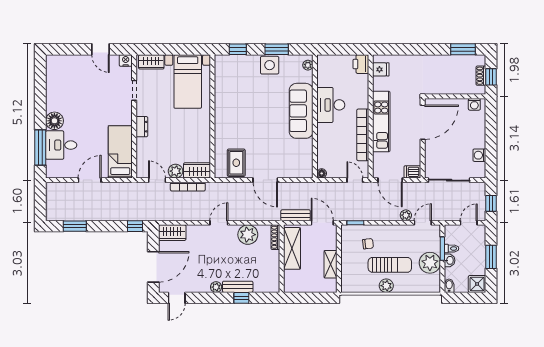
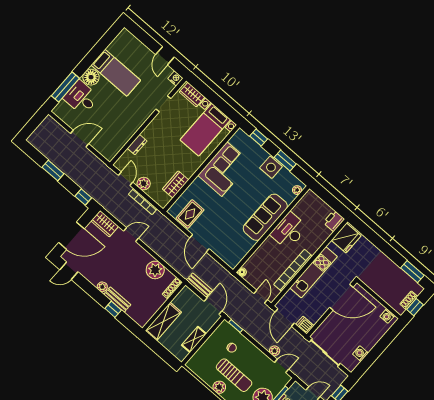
fridge: (381, 69) -> (346, 238), width x1.88, depth x1.34
corner sofa: (232, 100) -> (224, 169), added
dresser: (142, 127) -> (137, 145), moved
bed: (120, 152) -> (116, 73), moved, turned 90
wardrobe: (197, 170) -> (176, 184), moved, turned -90
door: (219, 223) -> (131, 235), moved
window: (75, 226) -> (53, 171), moved
shelving: (292, 248) -> (163, 321), moved

